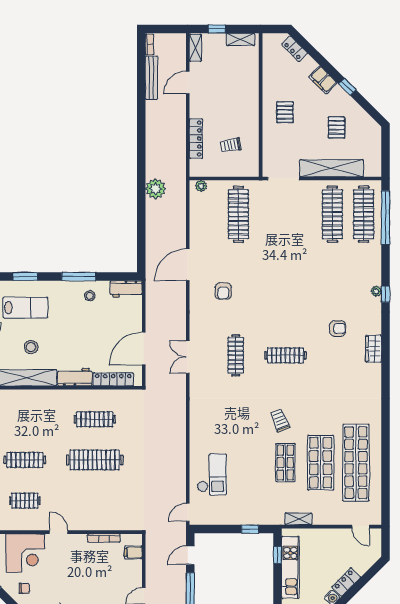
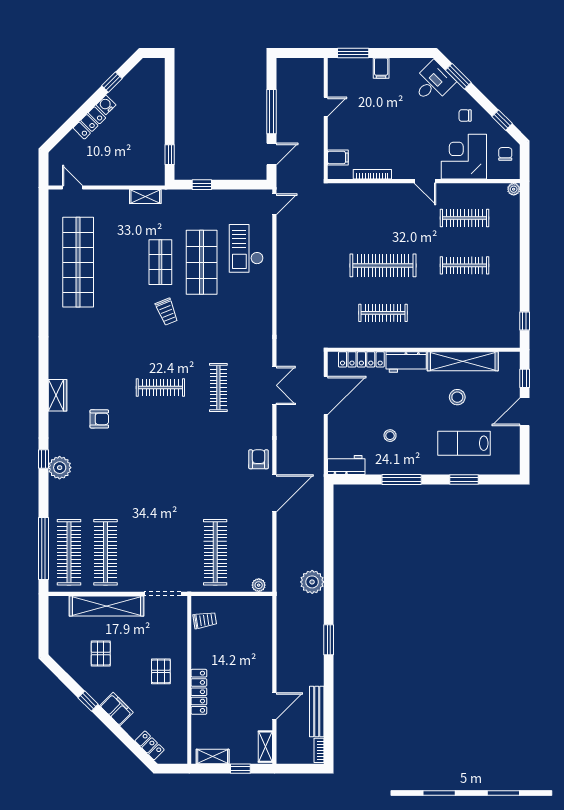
window: (141, 139) -> (329, 640), added
locker: (196, 139) -> (199, 692), moved, turned 180
trolley: (231, 145) -> (205, 620), moved
armchair: (223, 291) -> (259, 459), moved
plant: (376, 291) -> (60, 468), width x1.88, depth x1.88
stool: (90, 296) -> (390, 436), moved
armchair: (338, 328) -> (99, 419), turned 180
shop shelf: (321, 463) -> (202, 262), moved
clothes rail: (25, 501) -> (465, 218), width x1.36
kitchen unit: (290, 567) -> (155, 140), removed

